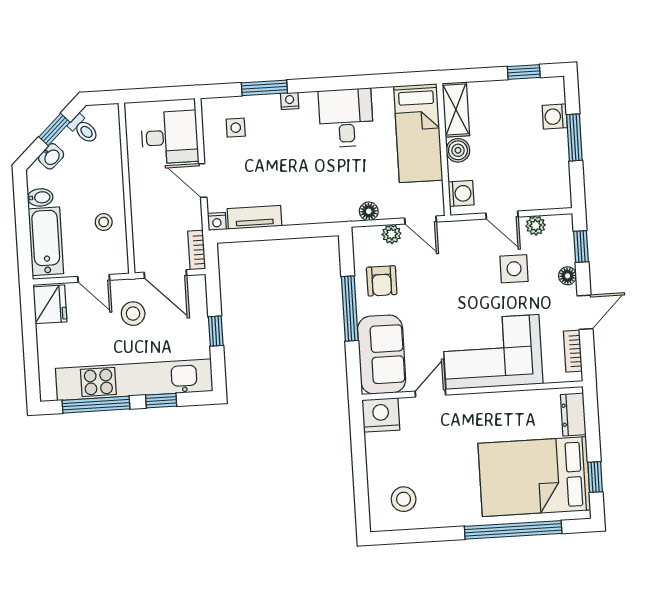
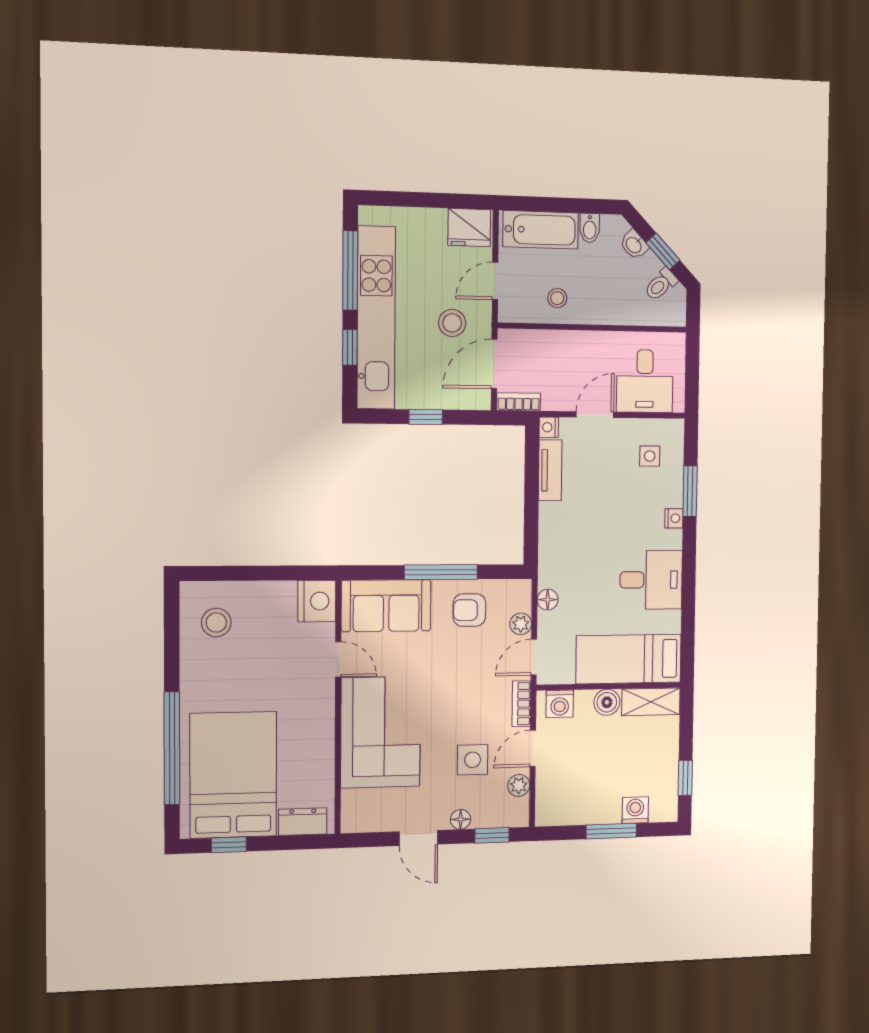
bookcase: (573, 351) -> (521, 704), moved, turned -90

